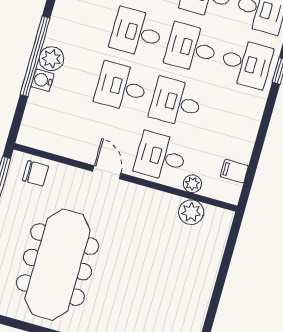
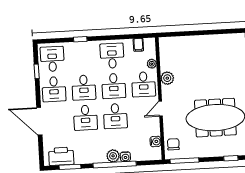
desk: (246, 63) -> (112, 56), moved
water cooler: (51, 143) -> (155, 141), added
plant: (191, 212) -> (167, 78), moved

